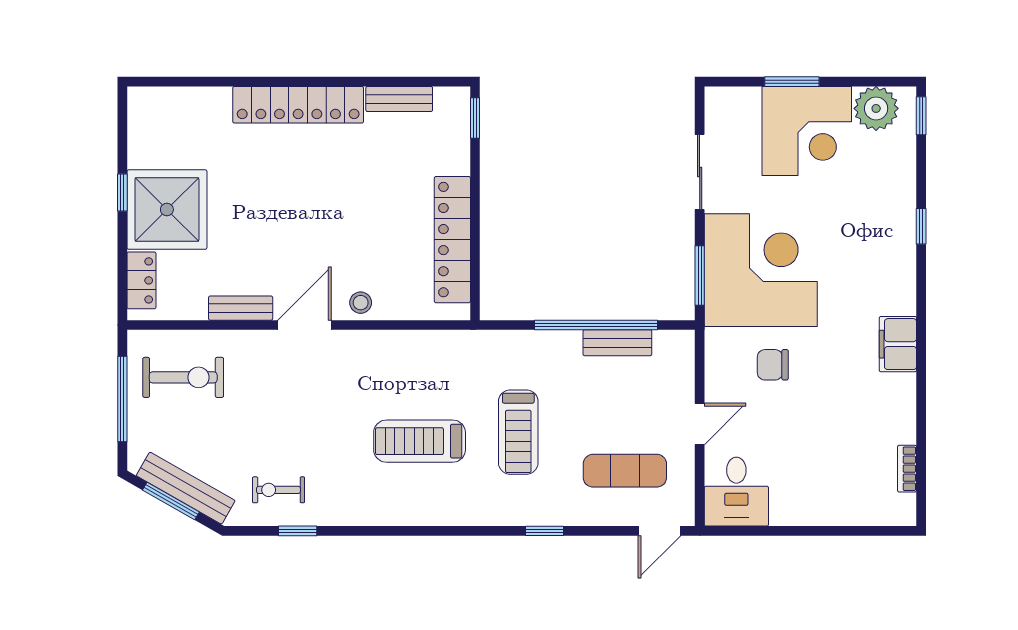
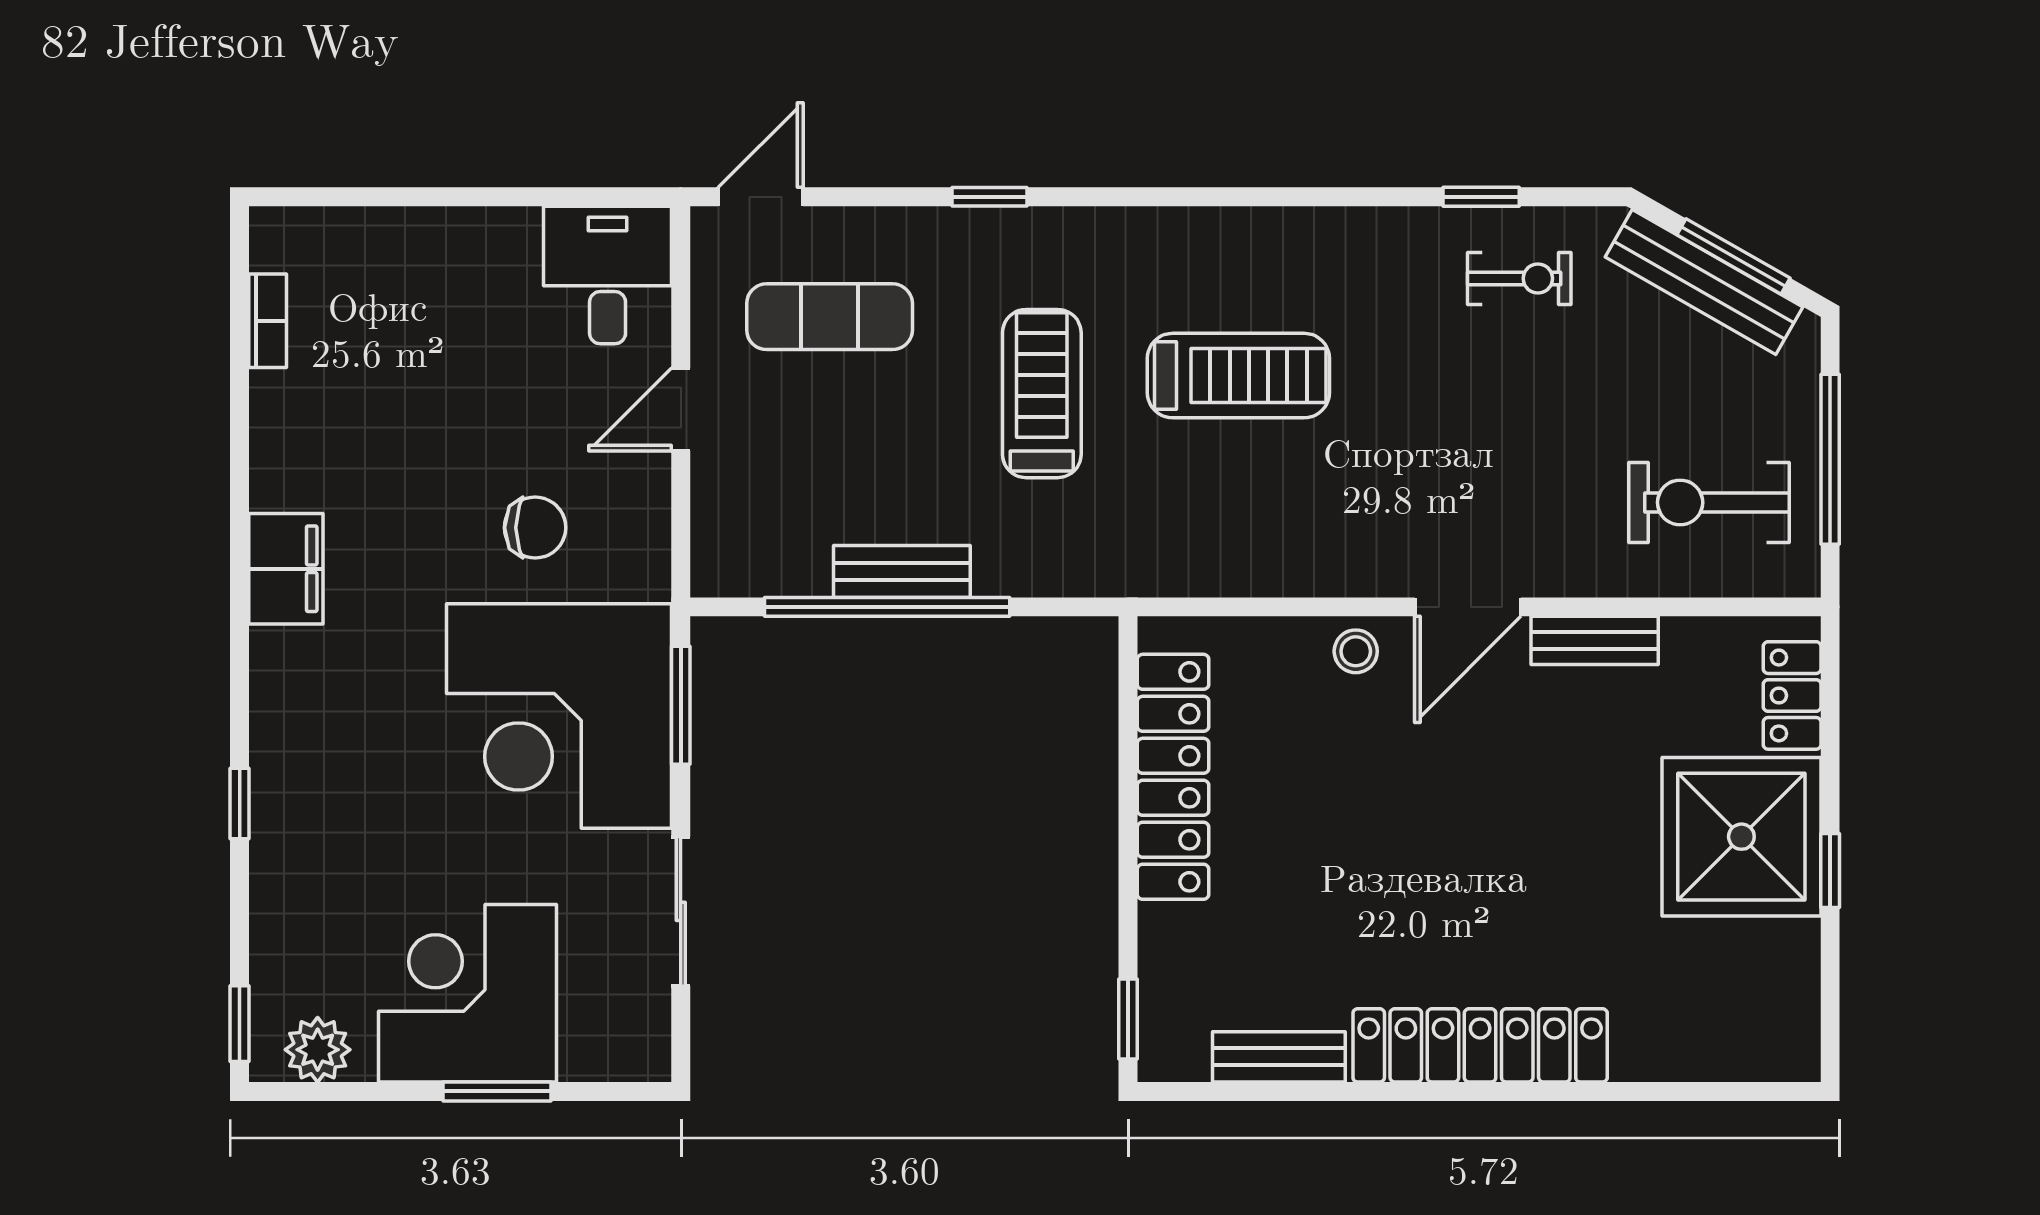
plant: (876, 108) -> (318, 1050), width x0.73, depth x0.73
bench: (617, 343) -> (902, 571), moved

